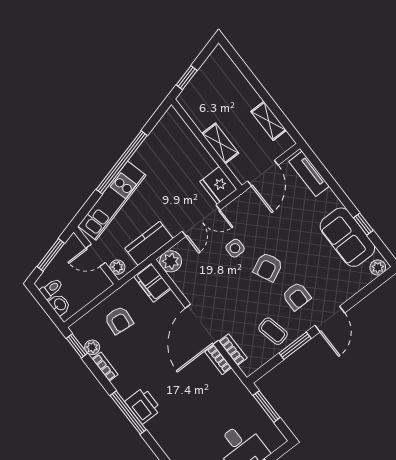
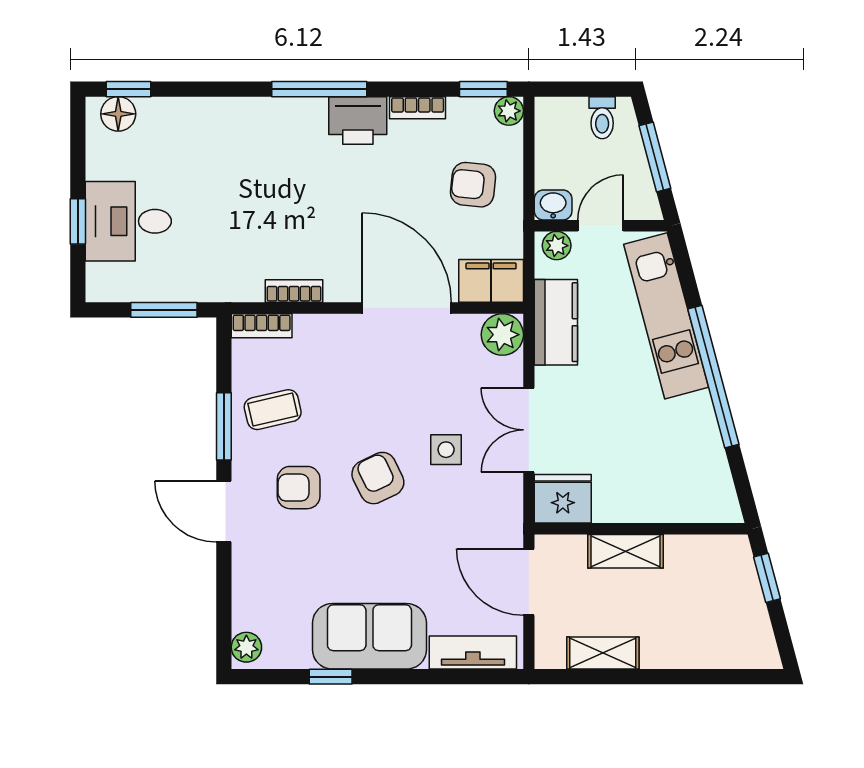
sofa: (347, 237) -> (369, 636), moved
washbasin: (60, 305) -> (553, 205), moved, turned 180
door: (202, 324) -> (407, 308), moved
plant: (92, 347) -> (509, 111), moved
bookcase: (233, 350) -> (262, 326), moved
printer: (143, 406) -> (358, 120), moved

